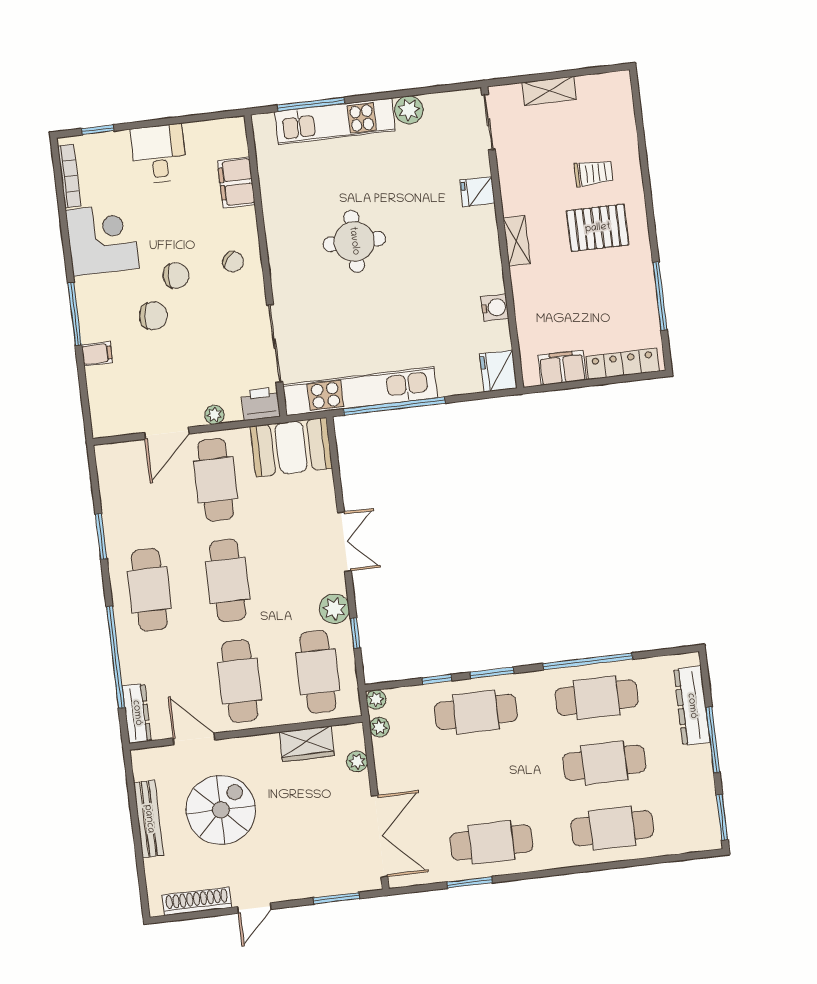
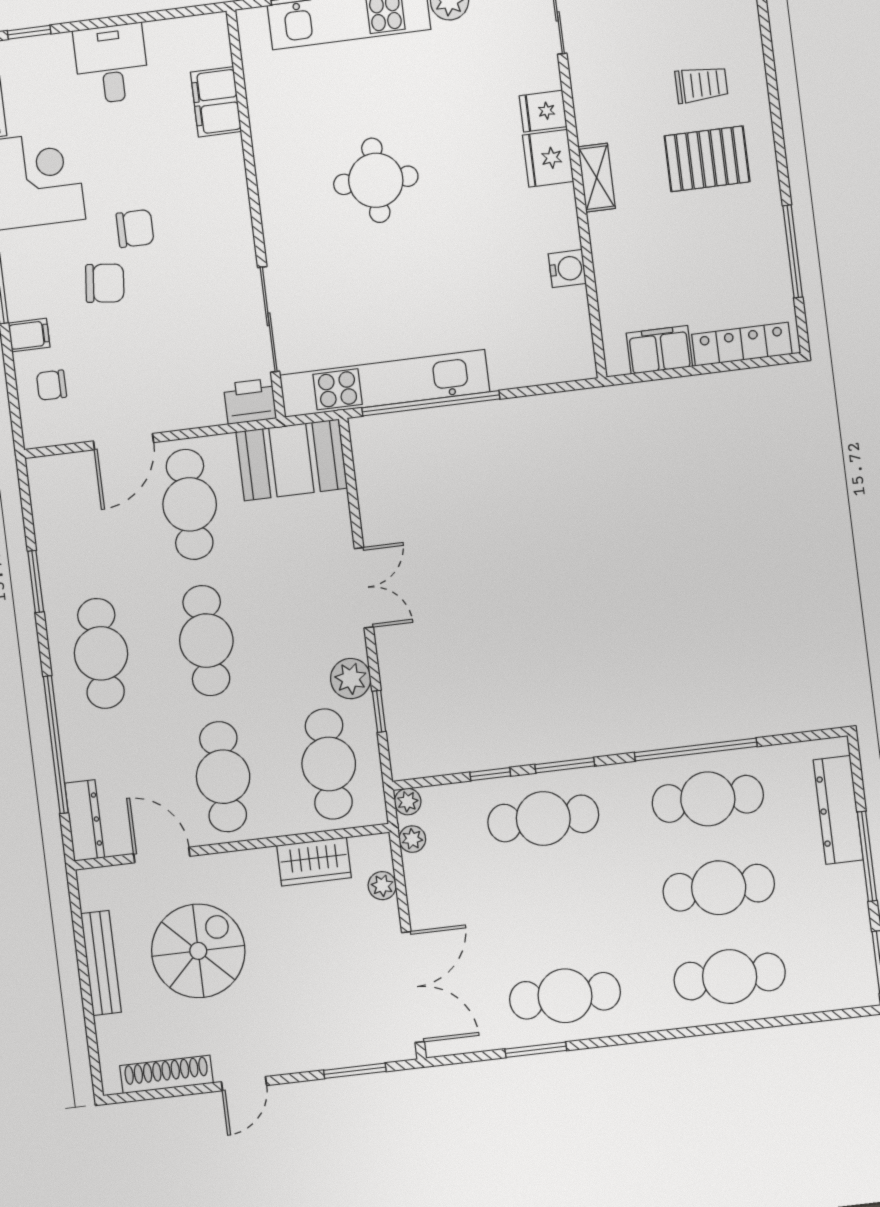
chair: (233, 262) -> (51, 385), moved, turned 141
fridge: (498, 371) -> (548, 158), moved
plant: (214, 415) -> (188, 416), removed

